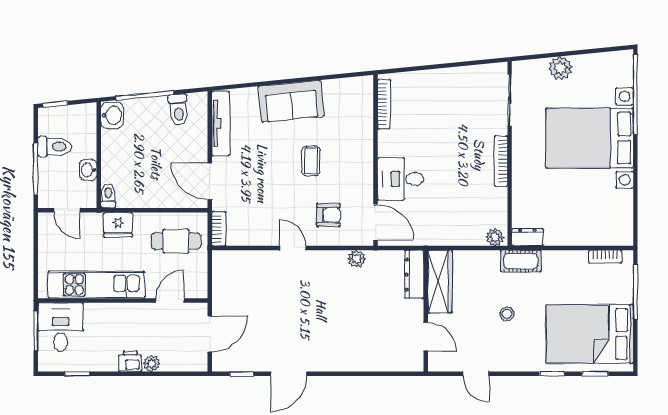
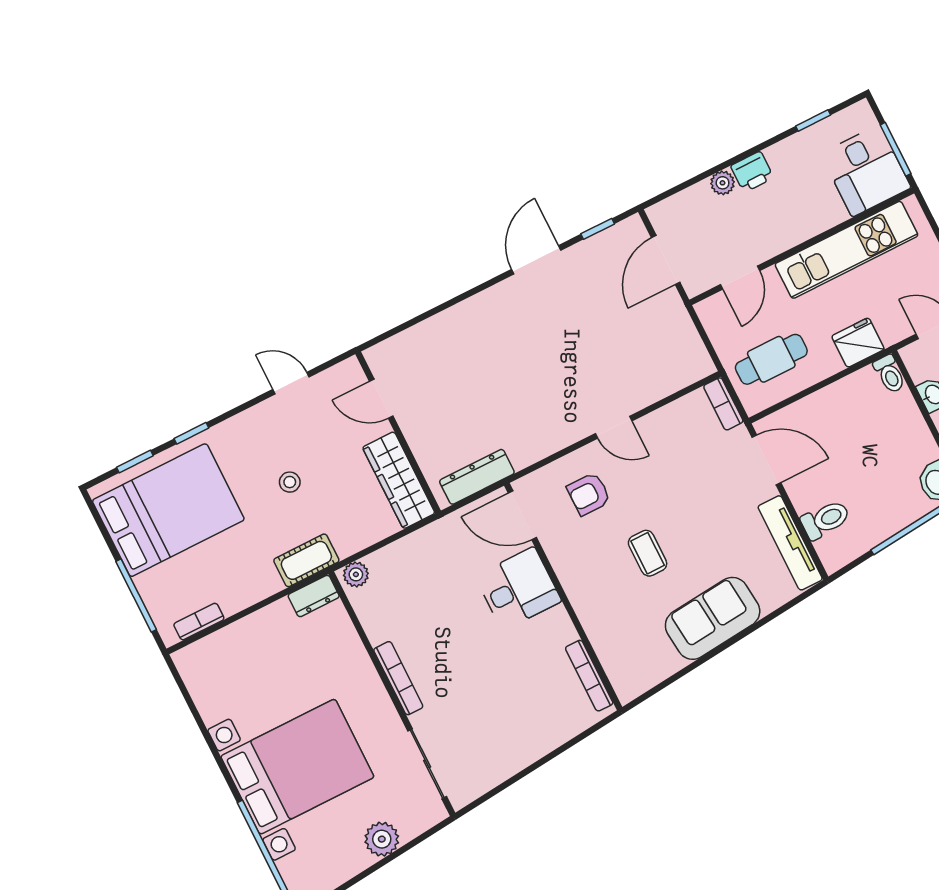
toilet: (178, 110) -> (825, 520), moved, turned 96
plant: (357, 259) -> (523, 455), removed
dresser: (414, 274) -> (477, 477), moved, turned -90

